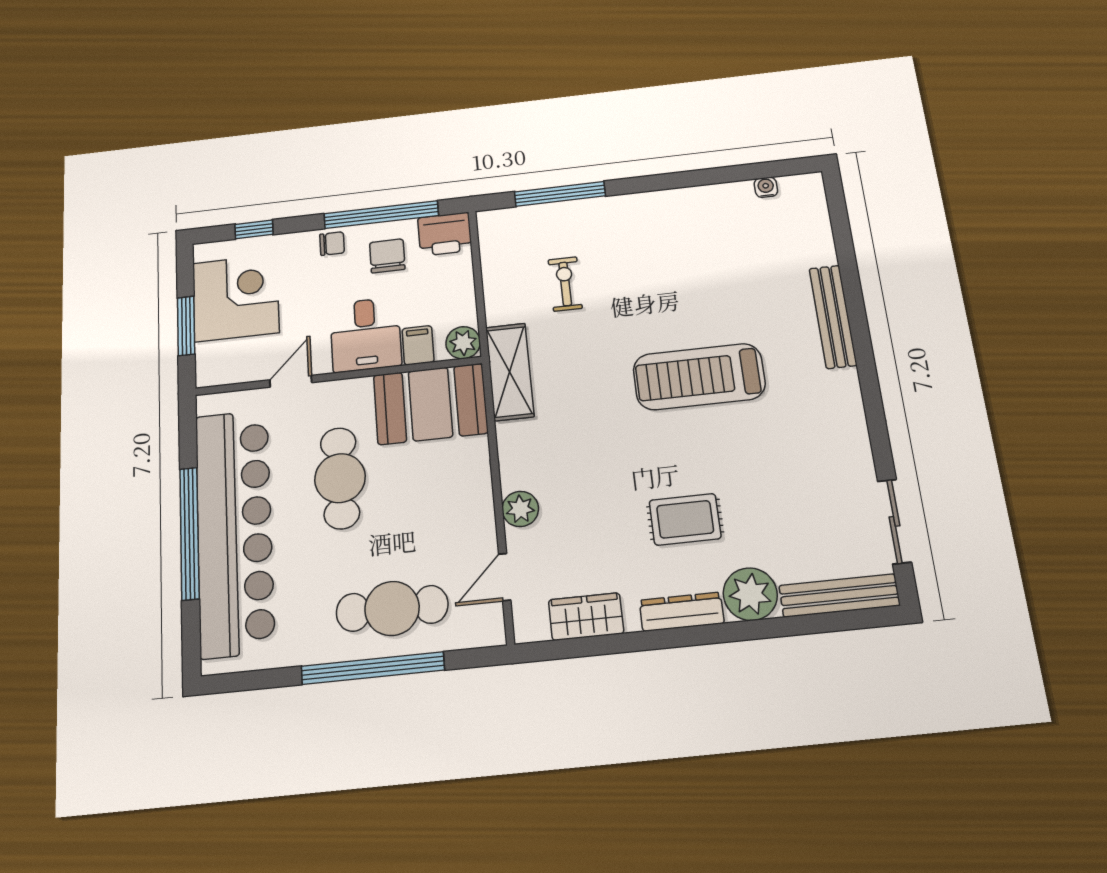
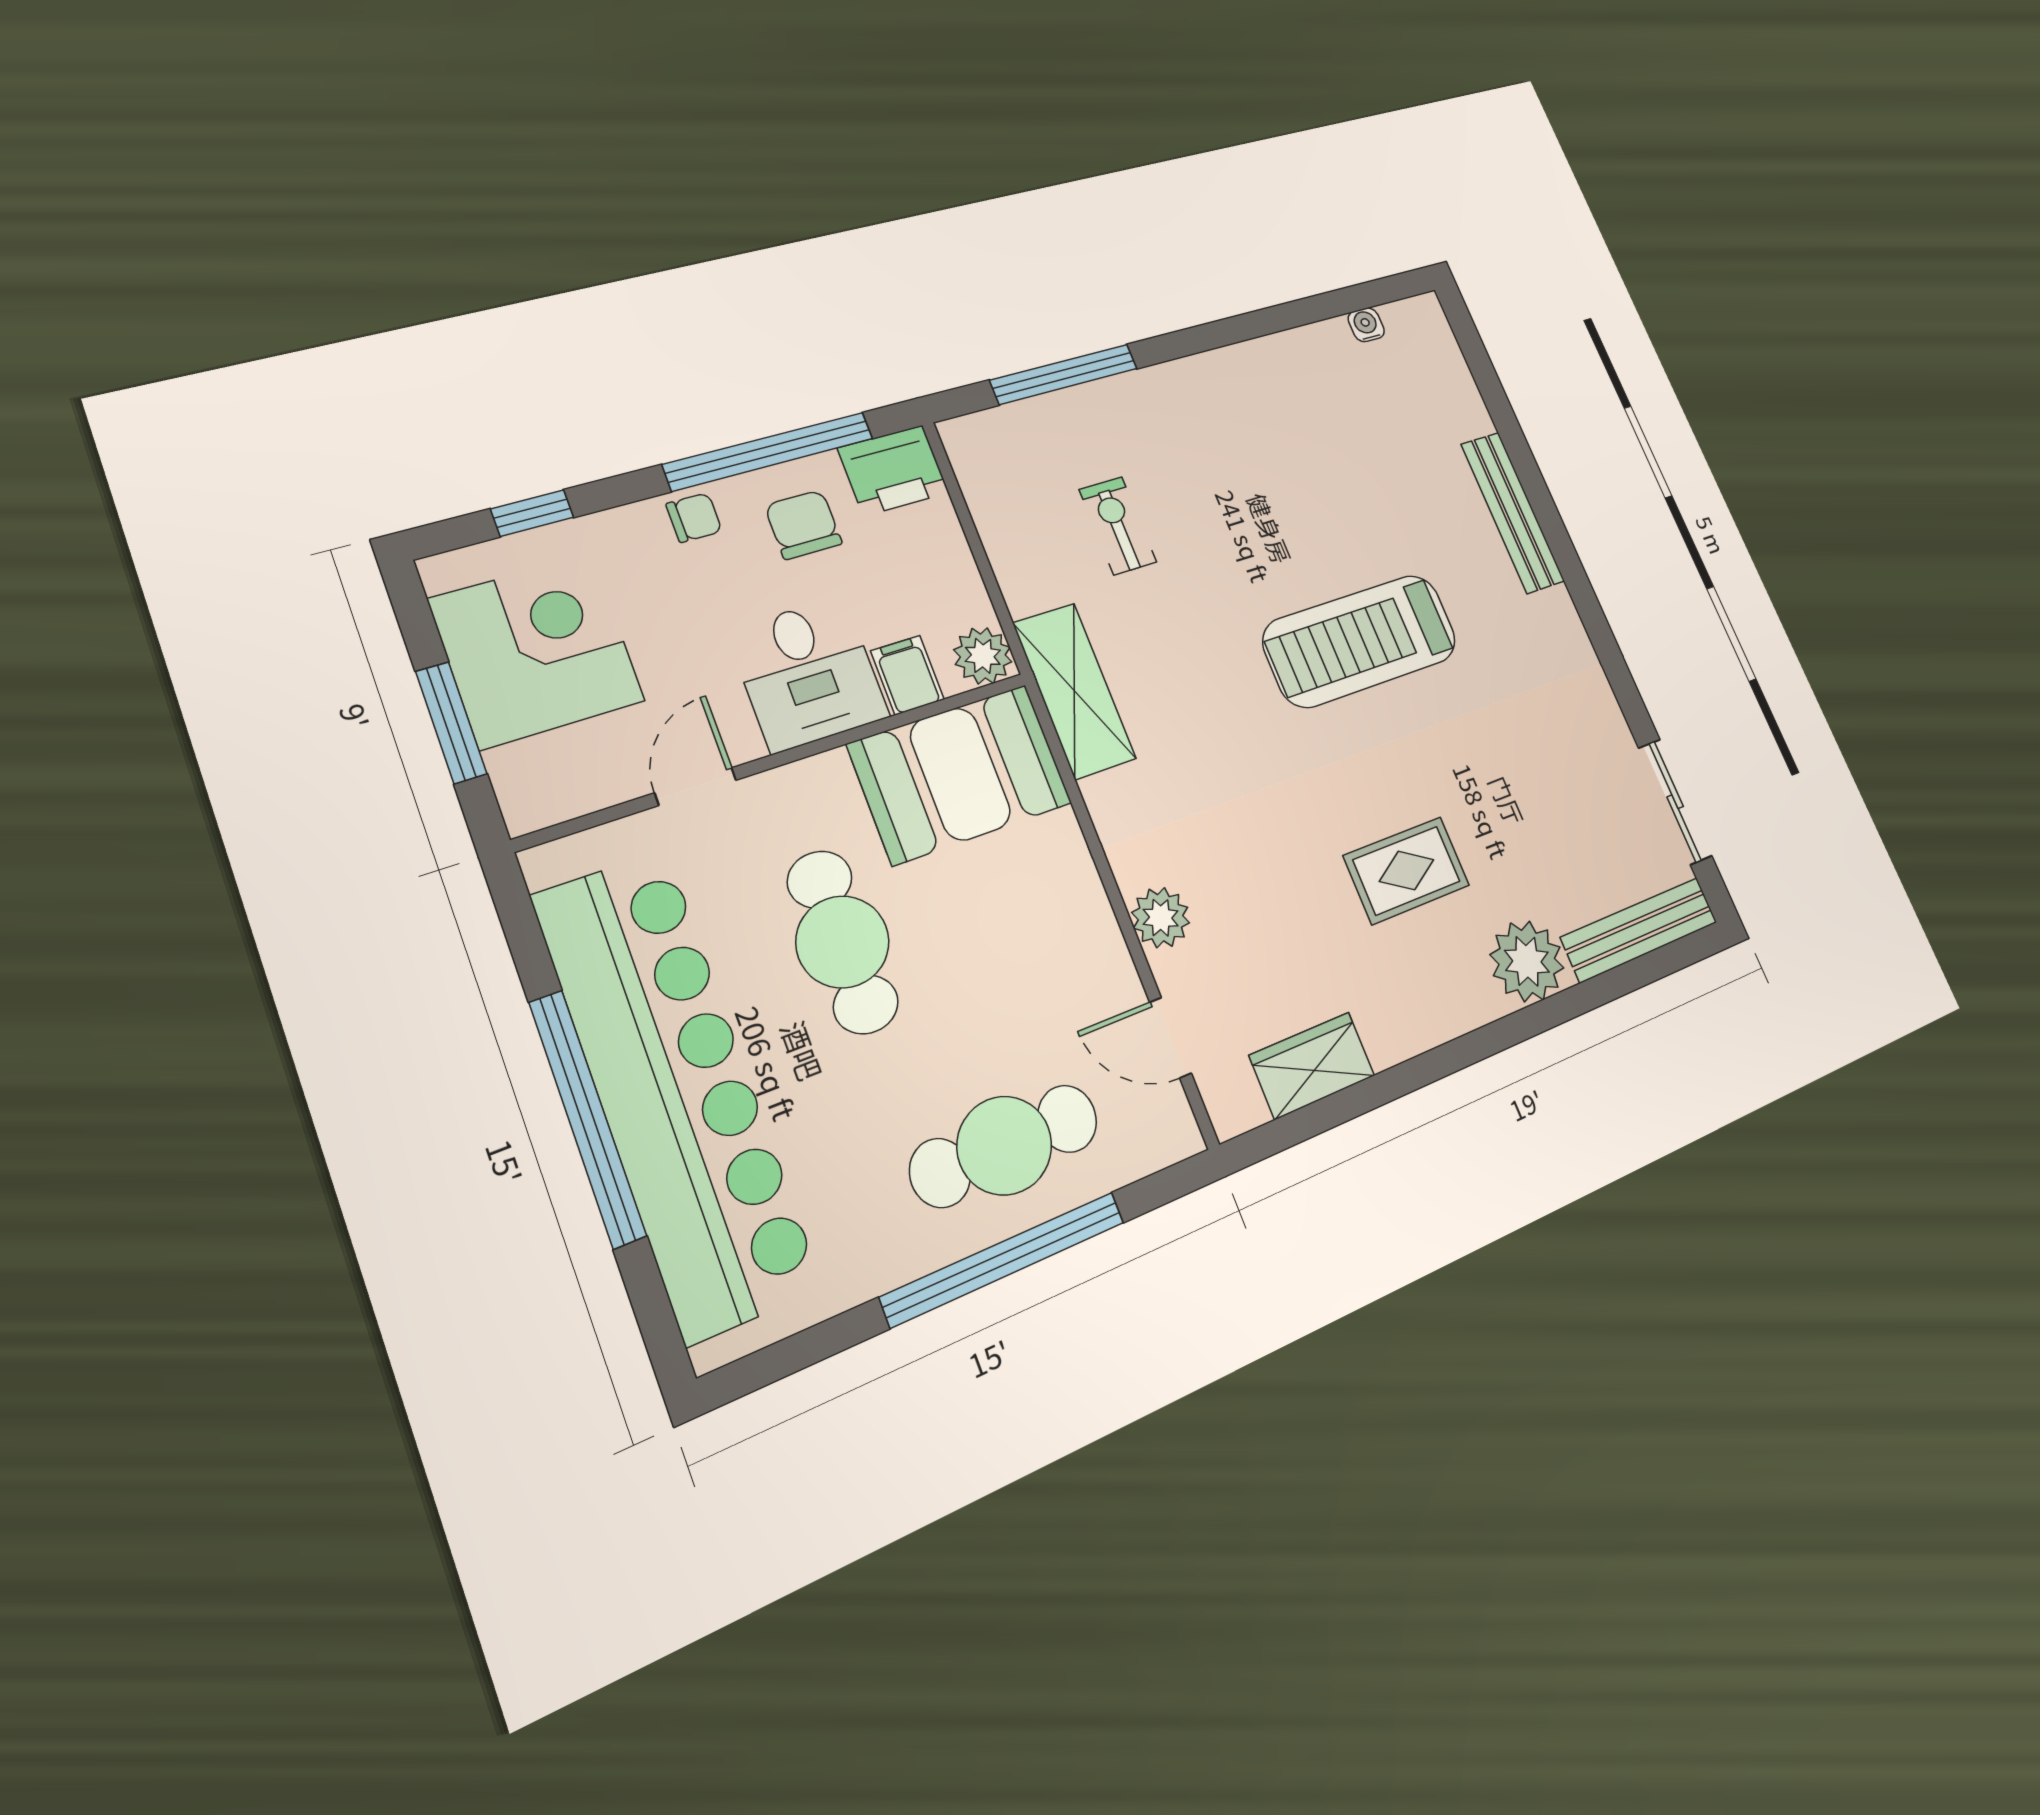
door: (505, 577) -> (1170, 1038), hinge flipped
dresser: (682, 612) -> (1444, 1016), removed

